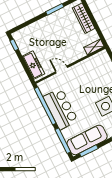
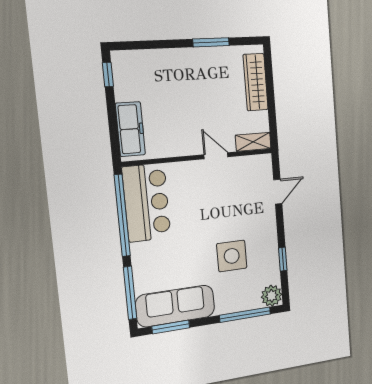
door: (61, 70) -> (216, 156), moved
bar counter: (61, 109) -> (147, 203), moved

